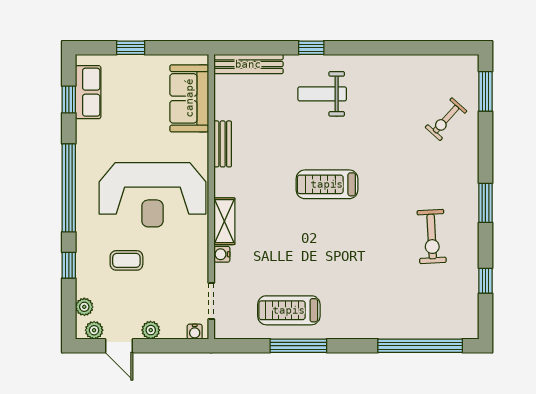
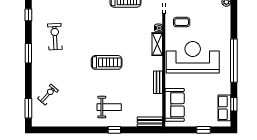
bench: (248, 64) -> (150, 122), width x0.73
coffee table: (126, 260) -> (182, 22), moved
window: (69, 265) -> (234, 23), removed

